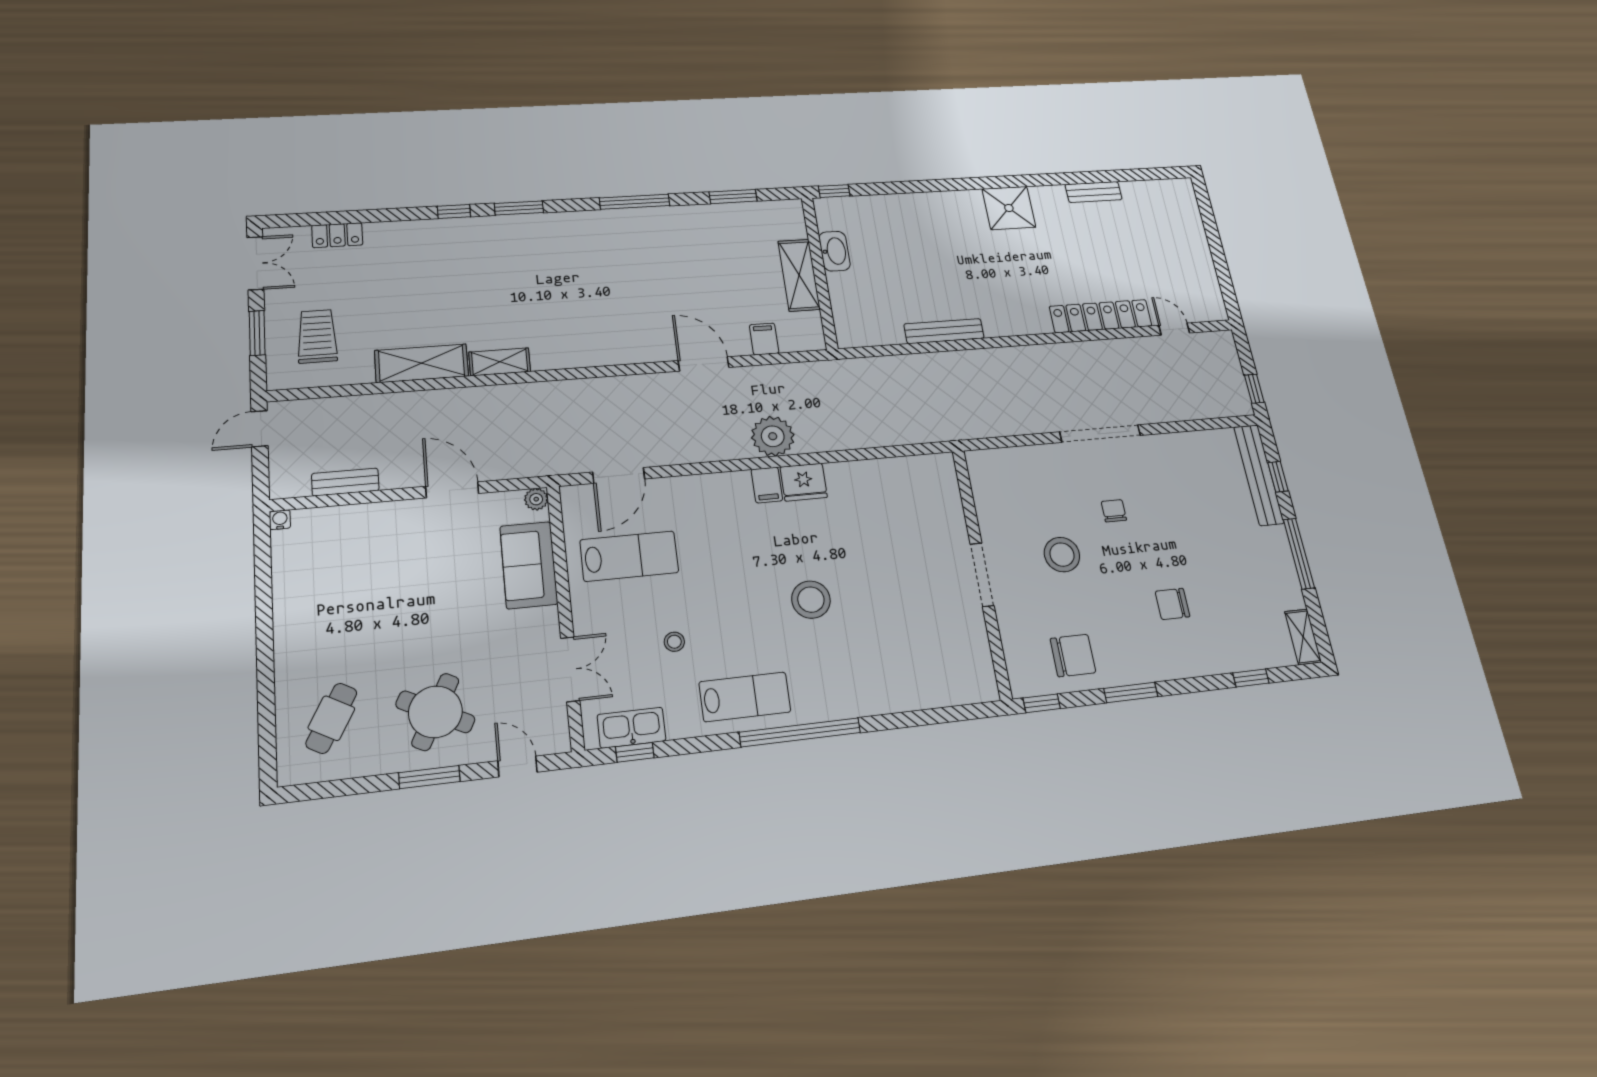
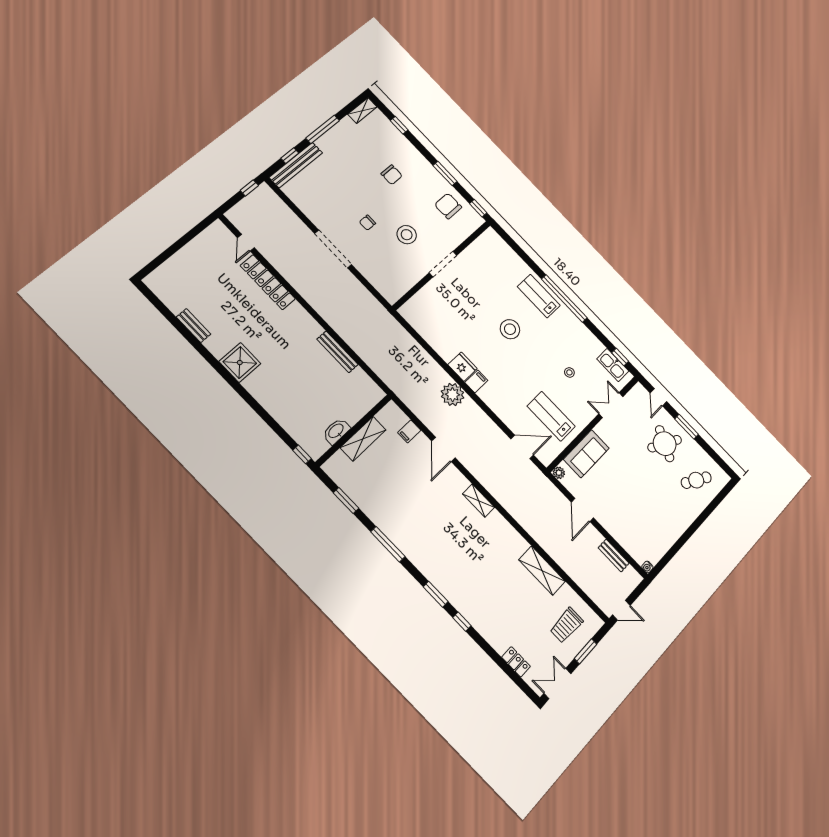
shelving: (500, 362) -> (479, 501), moved
lab bench: (745, 697) -> (539, 296), moved

